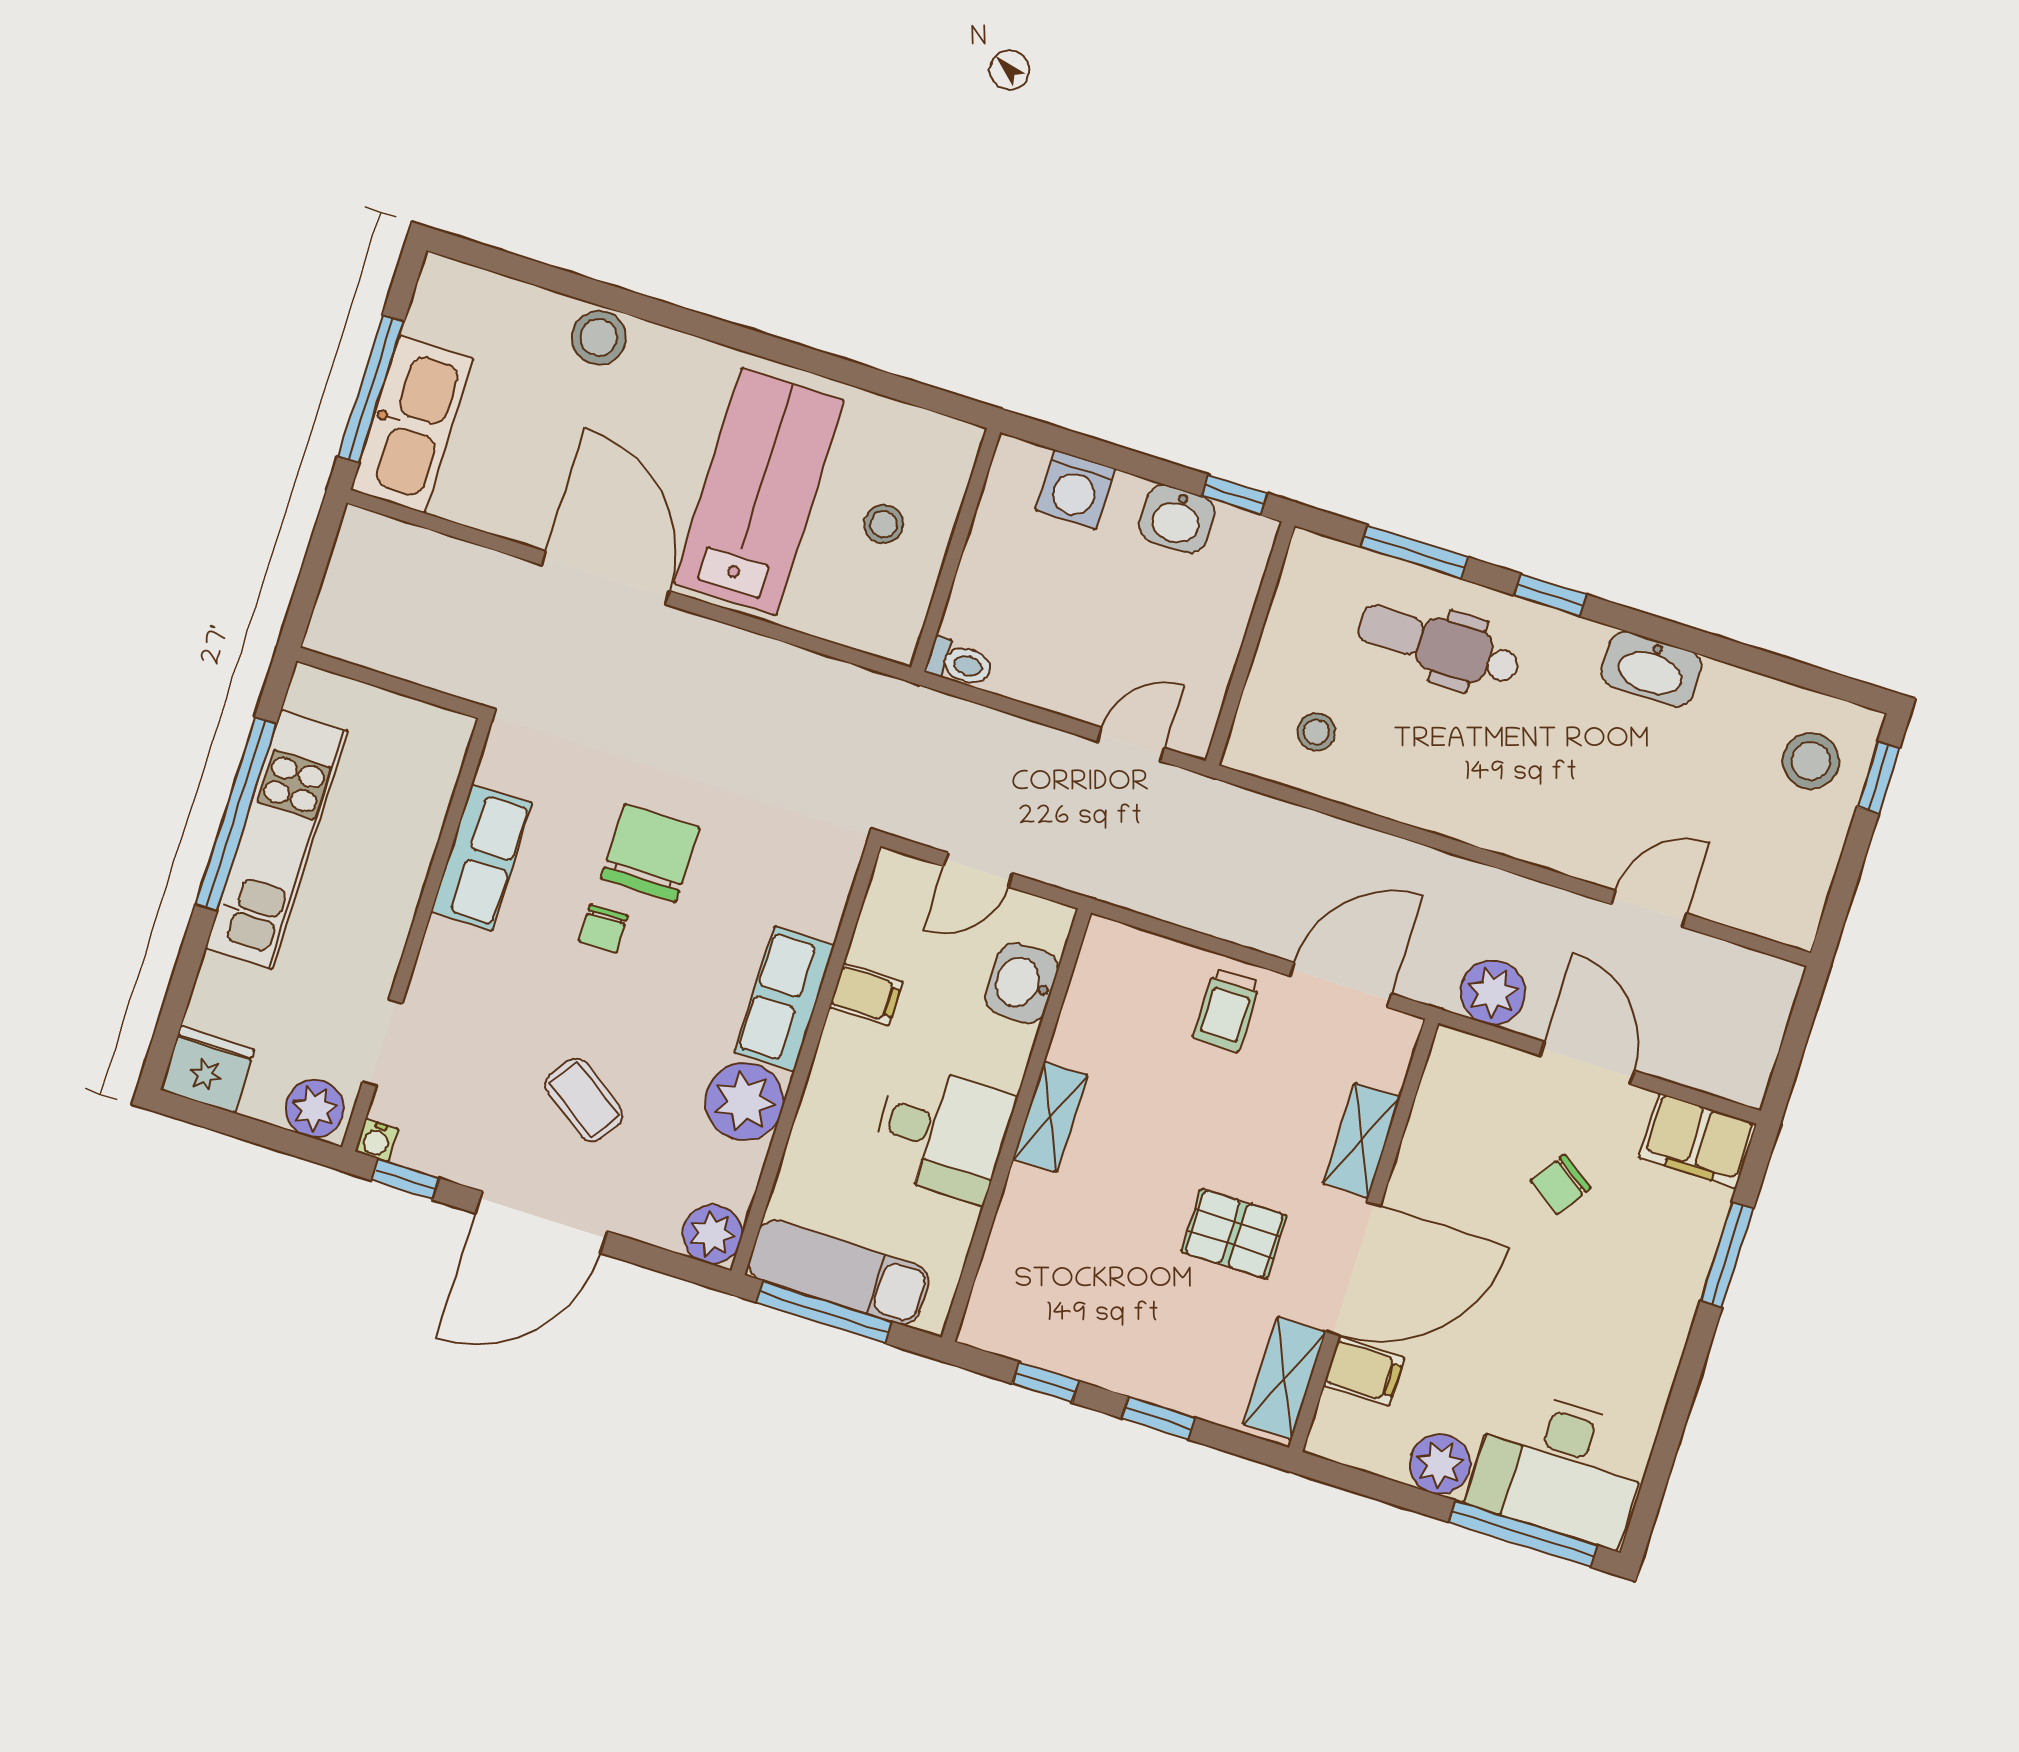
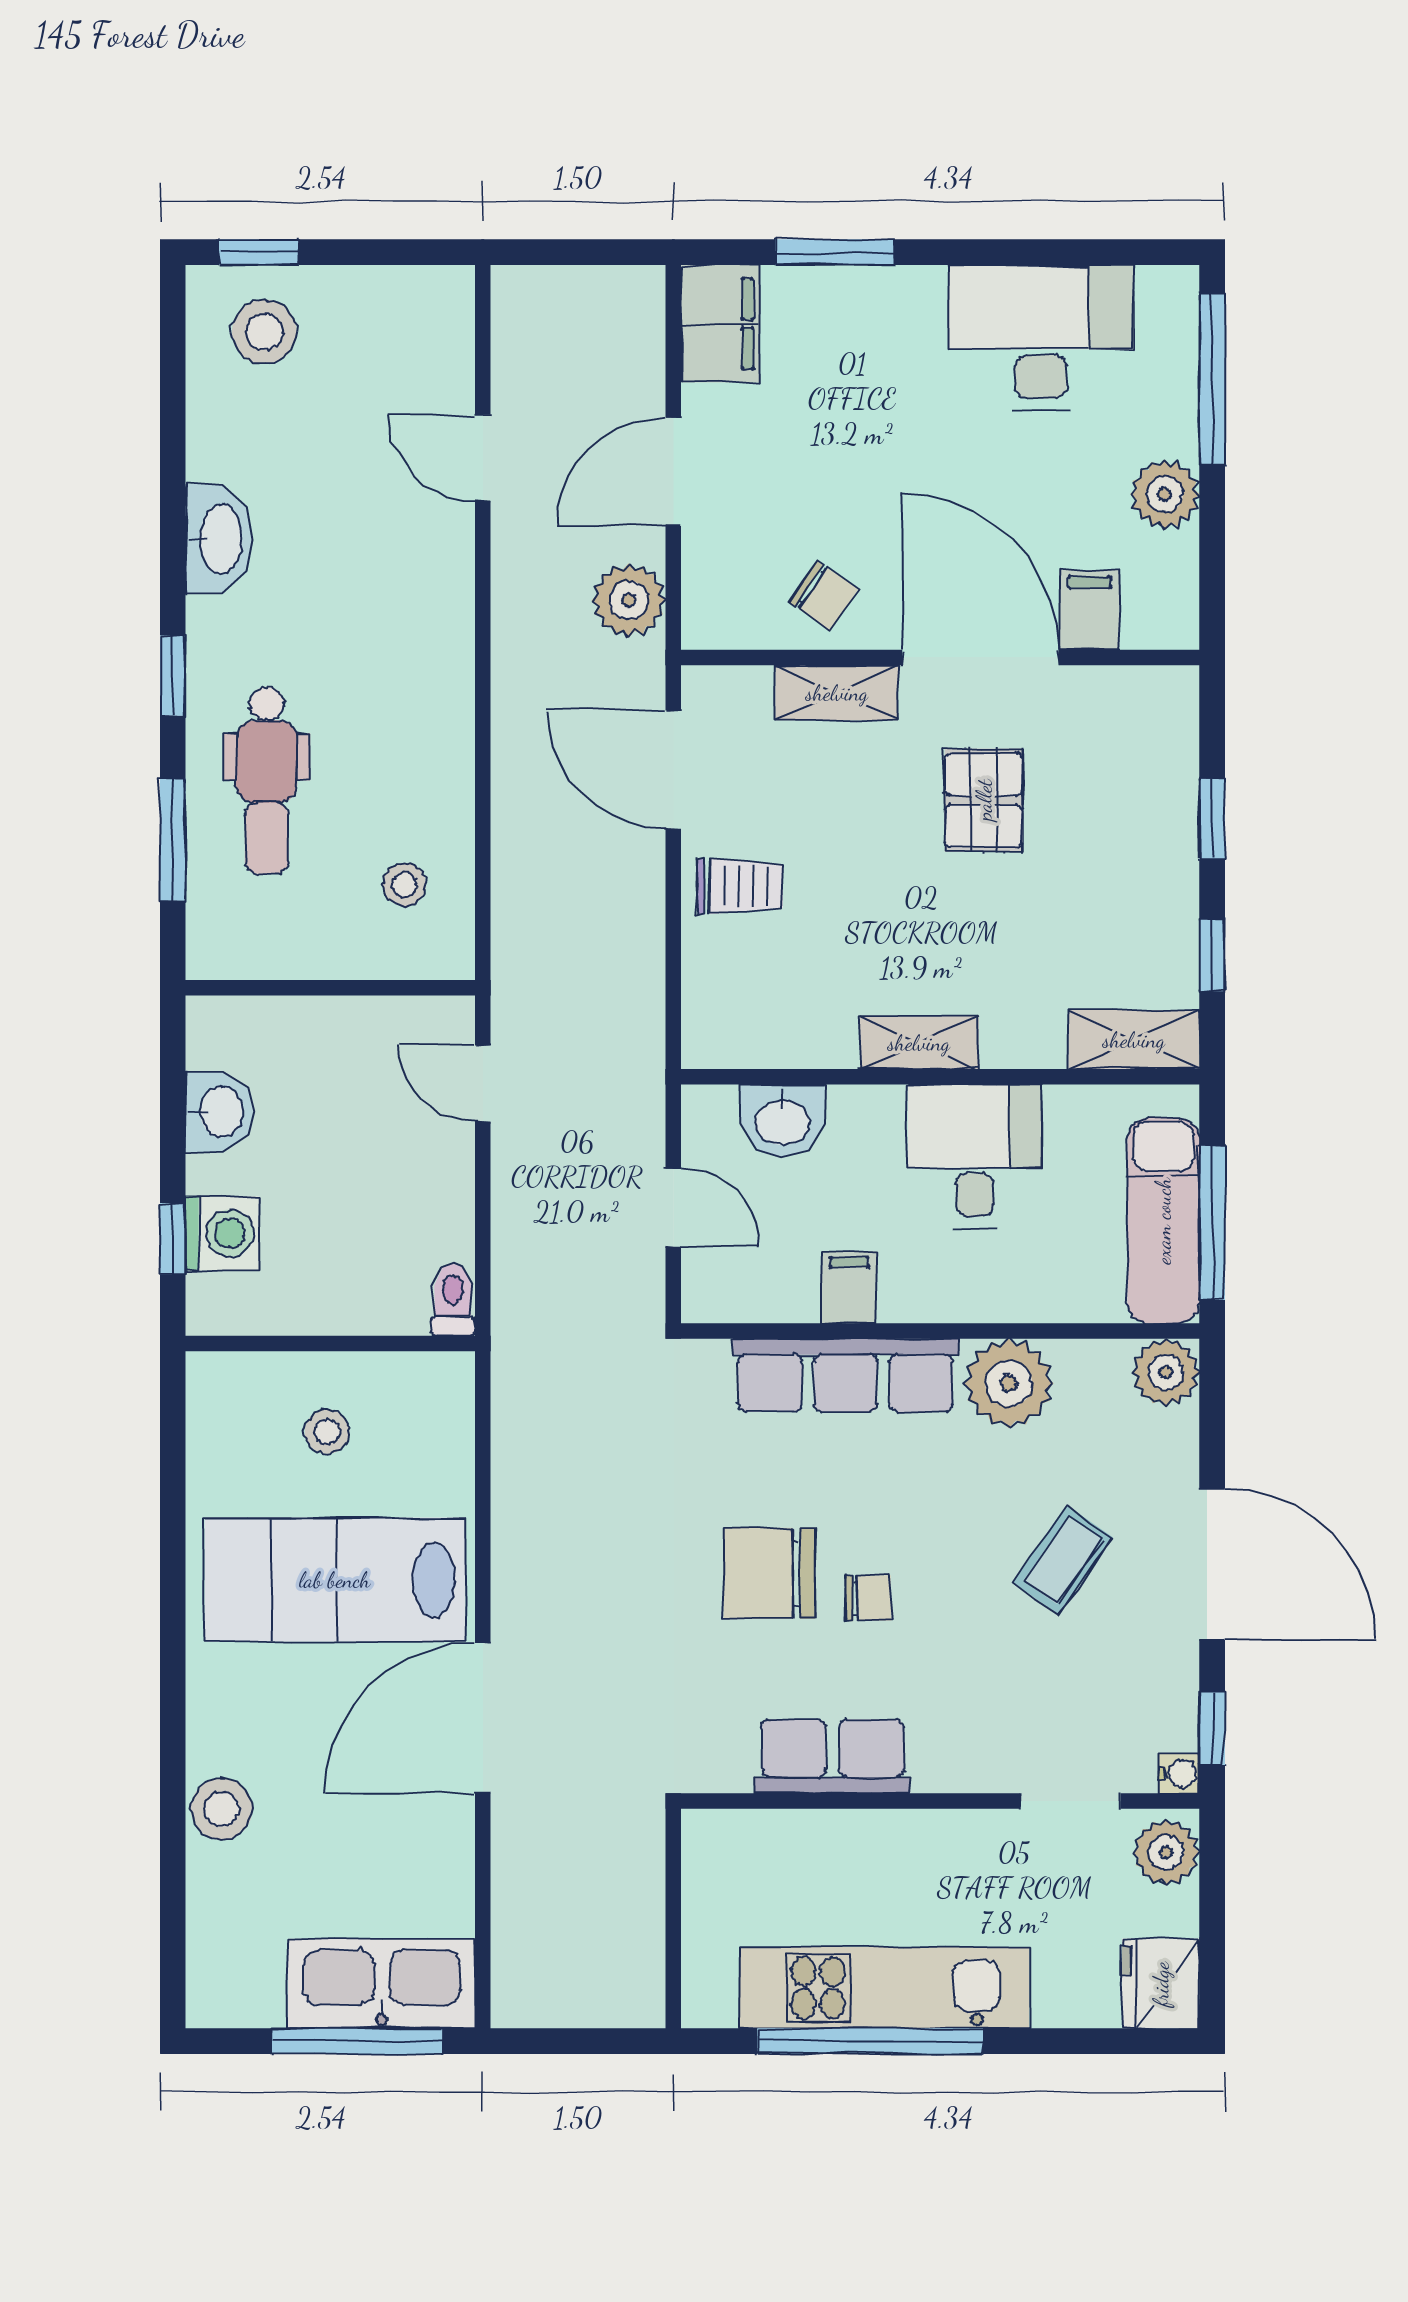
window: (1234, 495) -> (173, 1239), moved
row of seats: (784, 999) -> (846, 1375), width x1.48
chair: (1561, 1184) -> (824, 596), moved
shelving: (1284, 1378) -> (1134, 1040), moved
desk: (1559, 1467) -> (1041, 337), moved, turned -90

